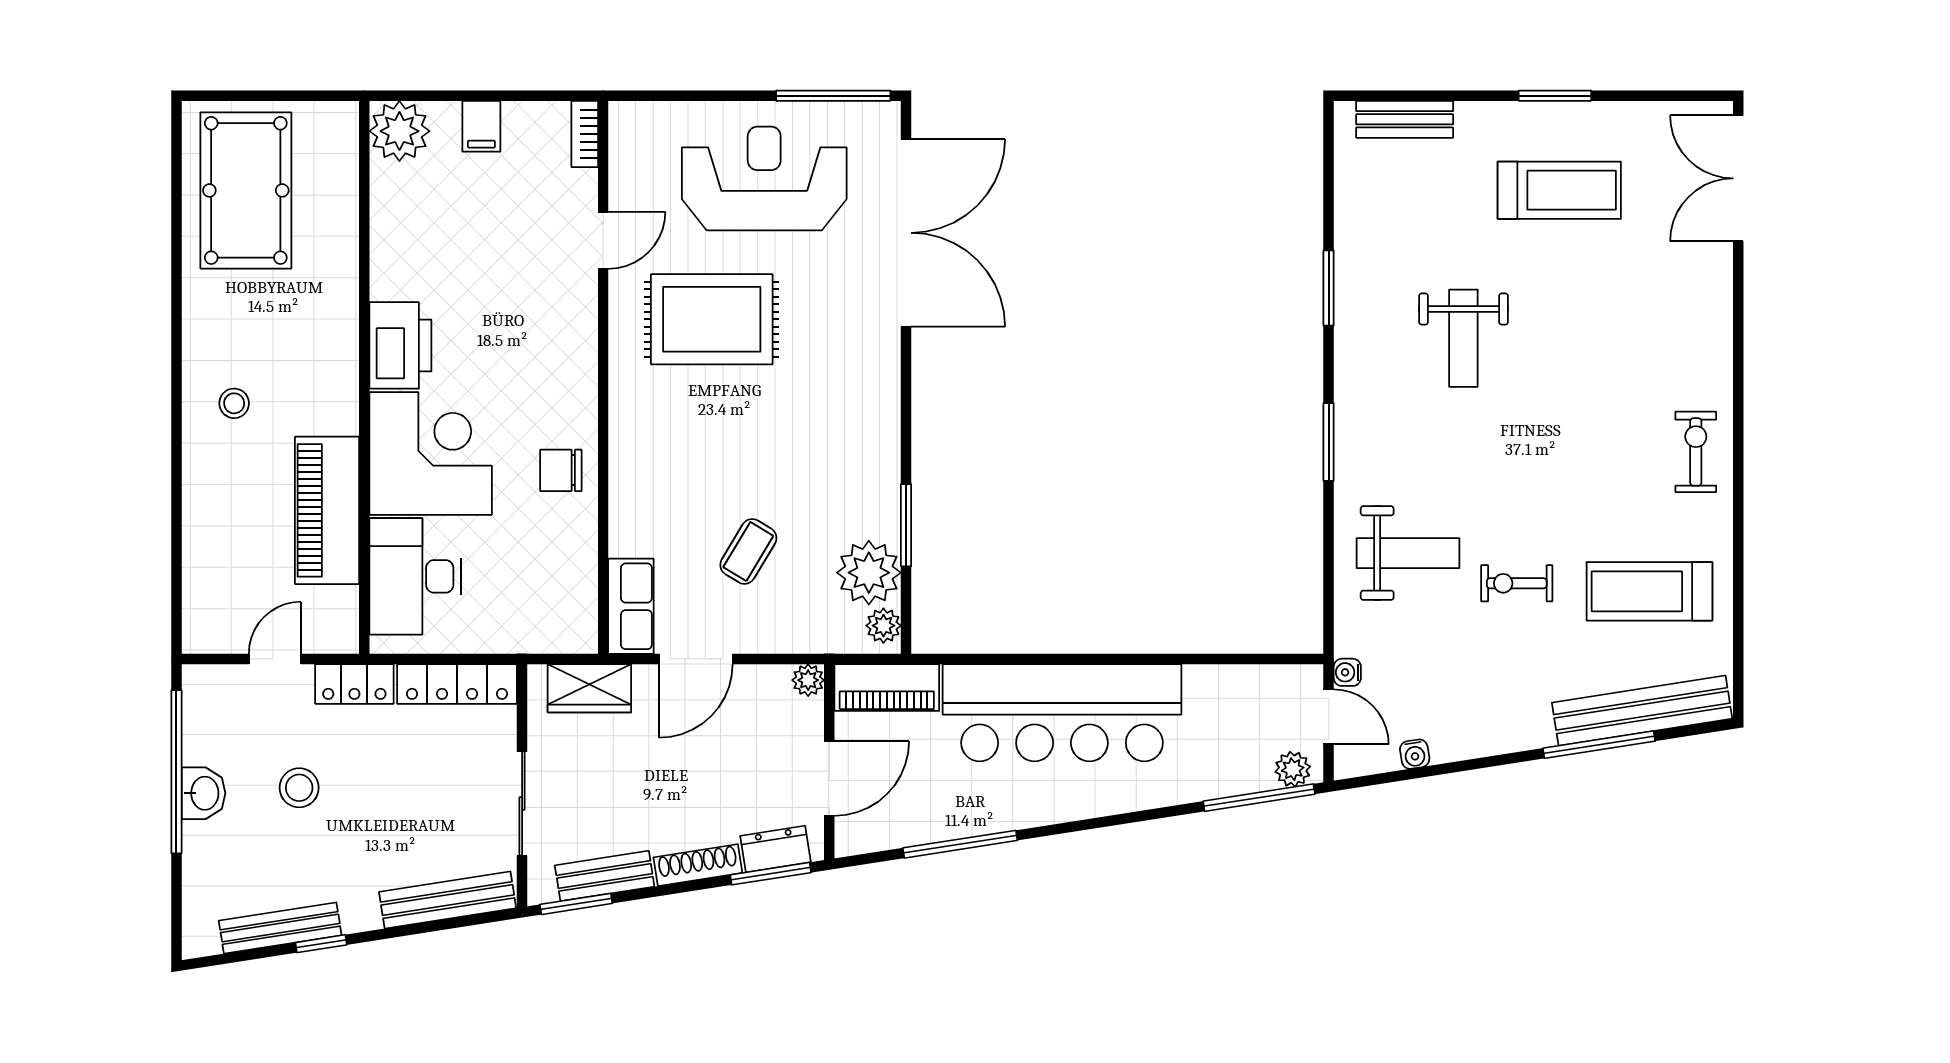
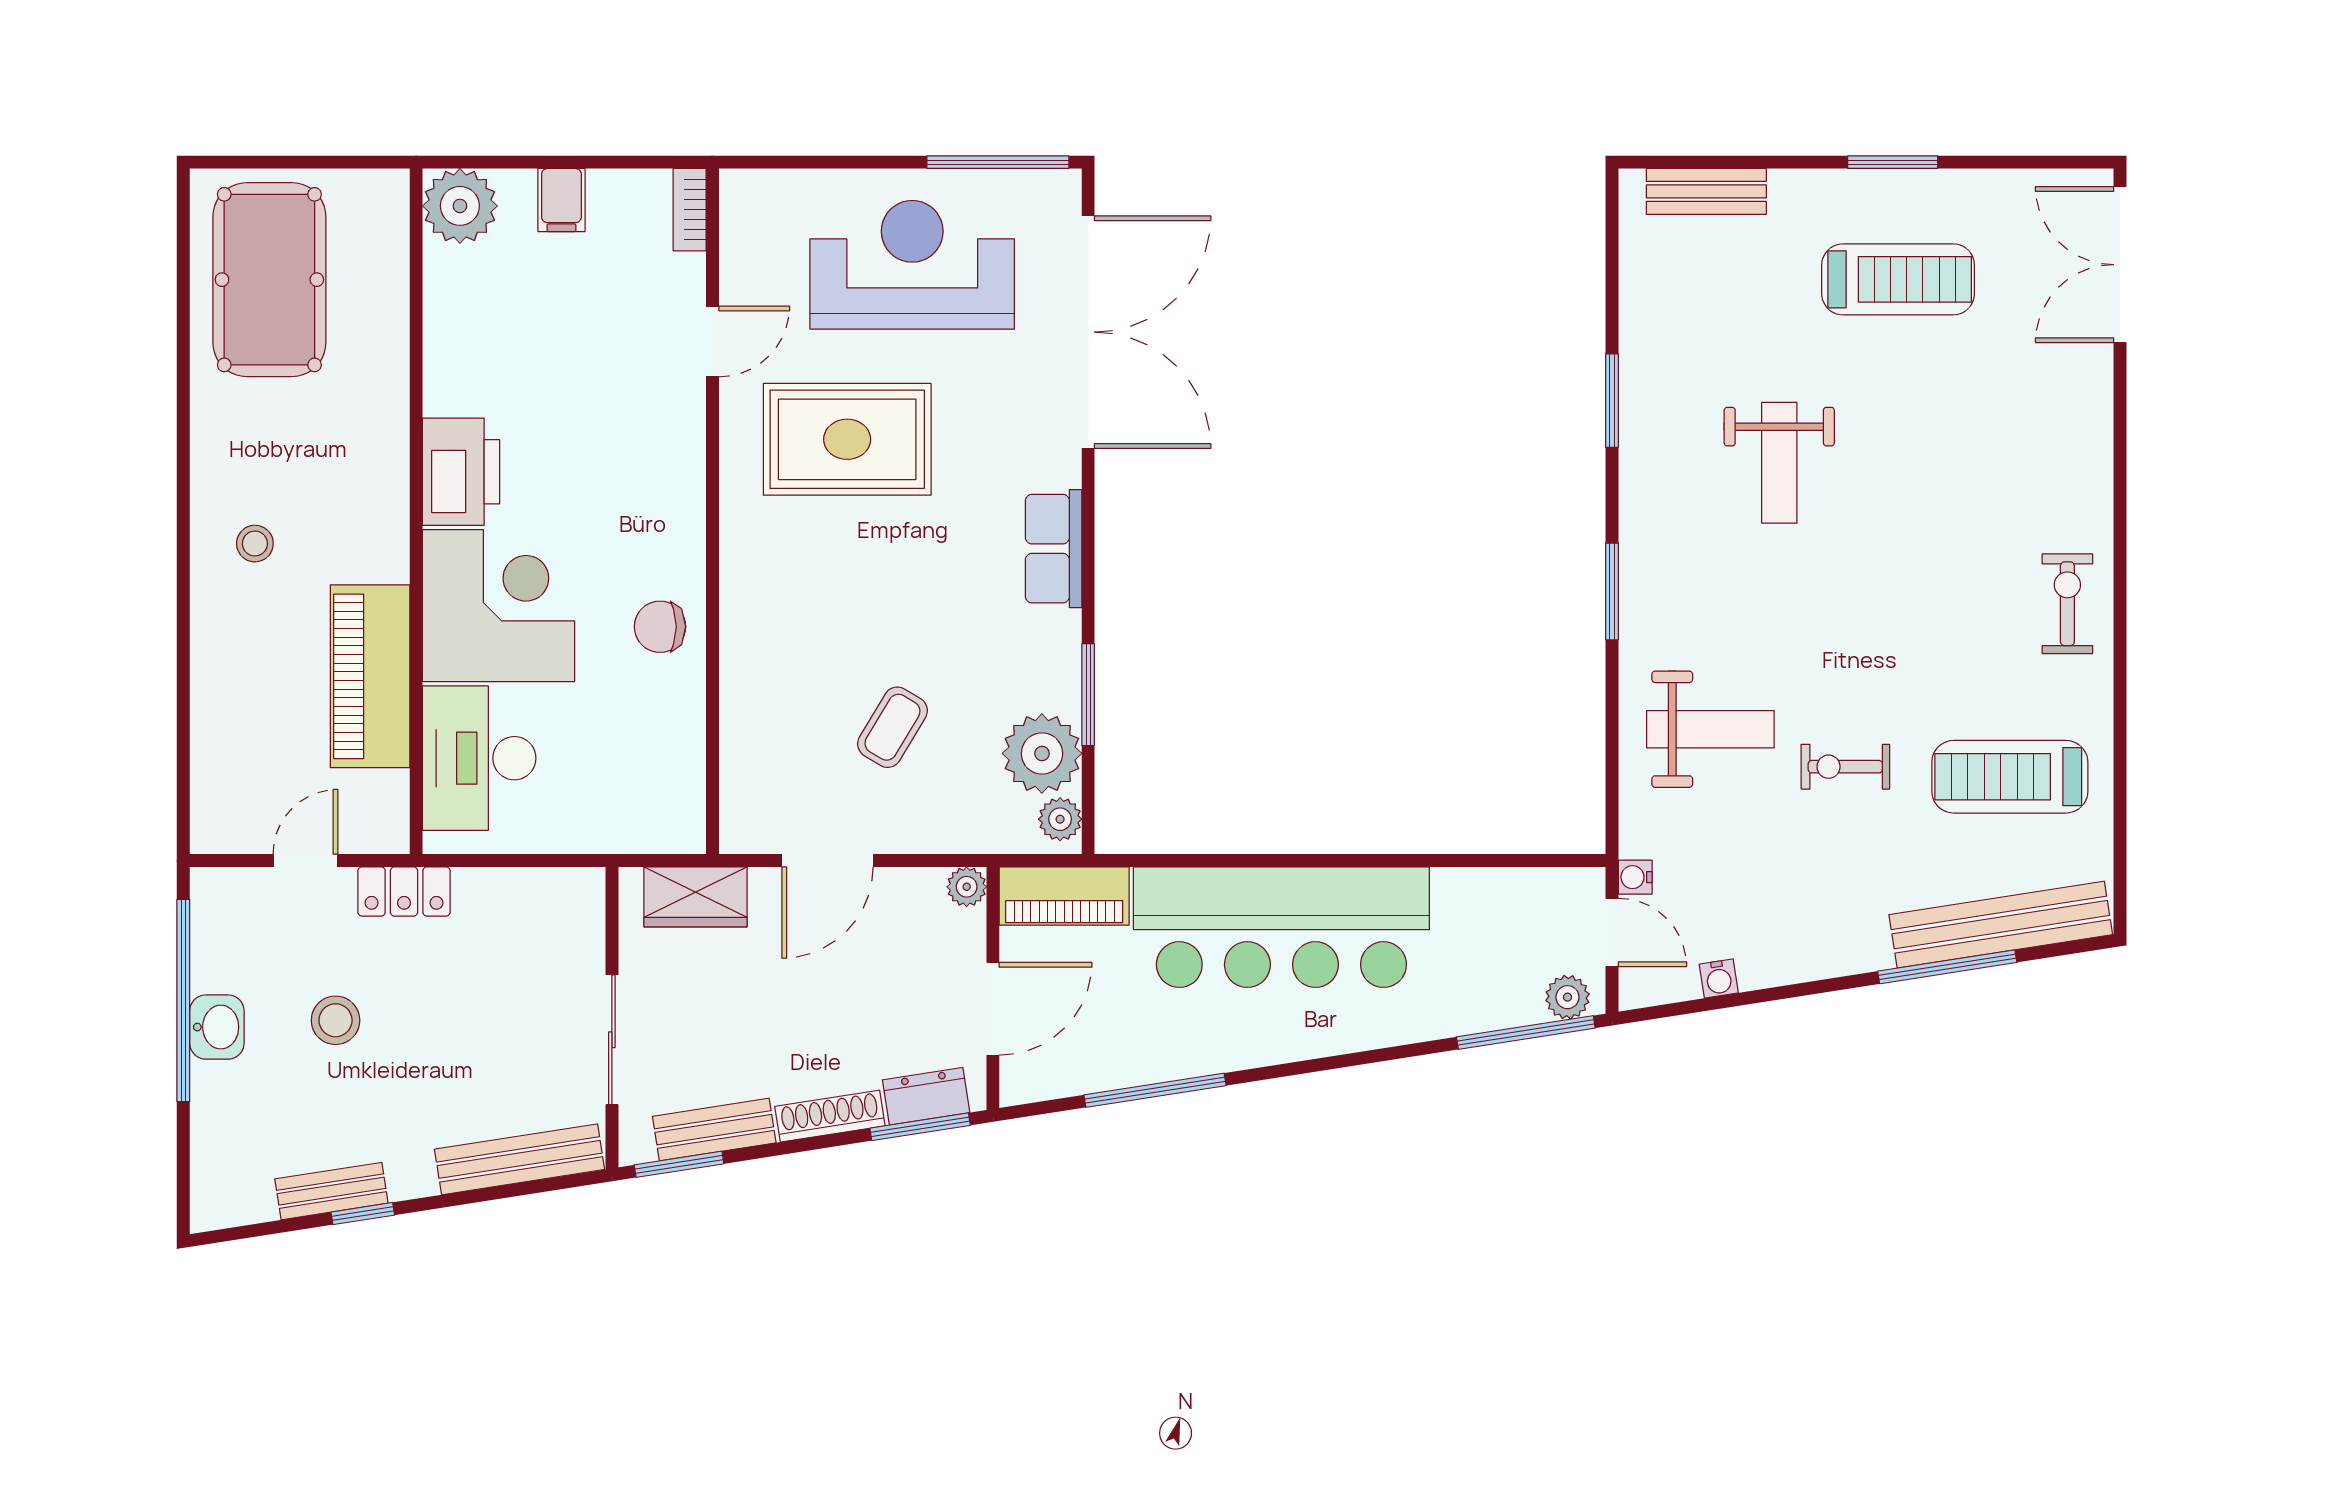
row of seats: (631, 606) -> (1054, 549), moved, turned 180
locker: (457, 684) -> (531, 892), removed
bench: (280, 928) -> (331, 1191), width x0.73

